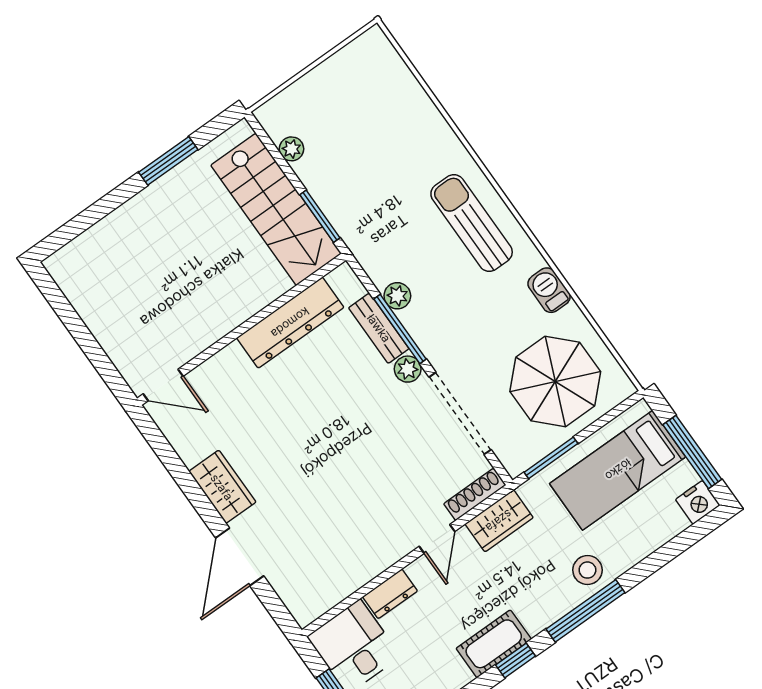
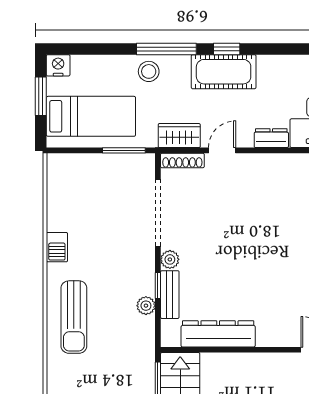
window: (400, 329) -> (158, 285), width x0.46
parasol: (555, 381) -> (90, 192), removed
window: (692, 452) -> (41, 96), width x0.69
cot: (494, 644) -> (224, 72), width x1.37, depth x1.34

